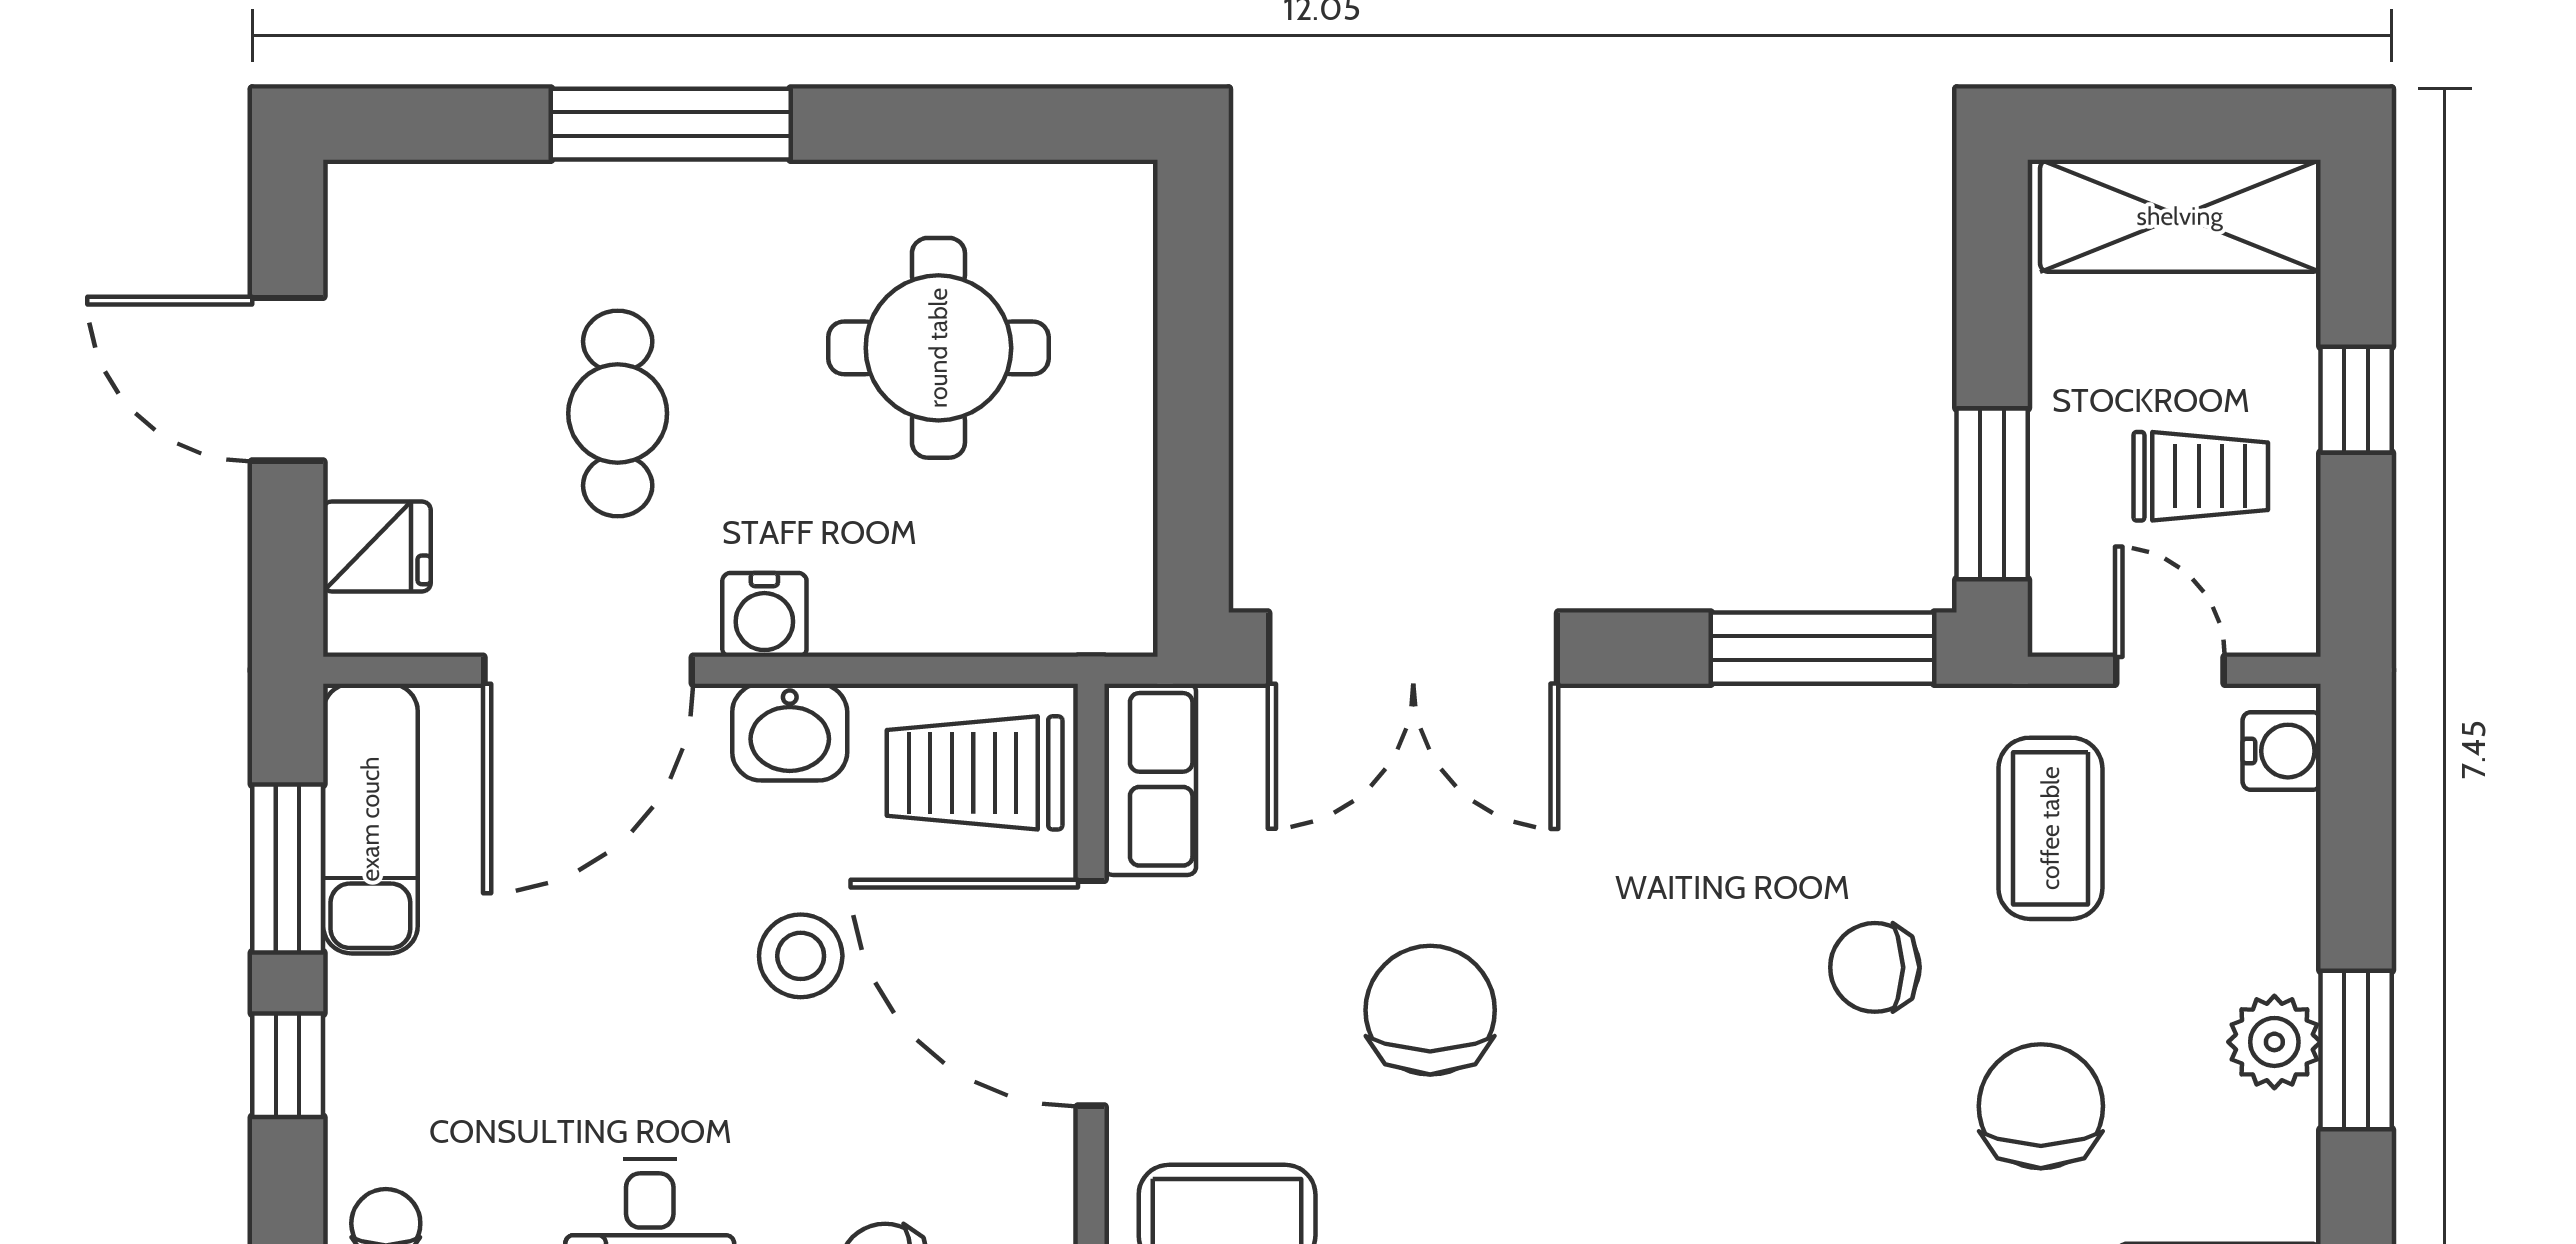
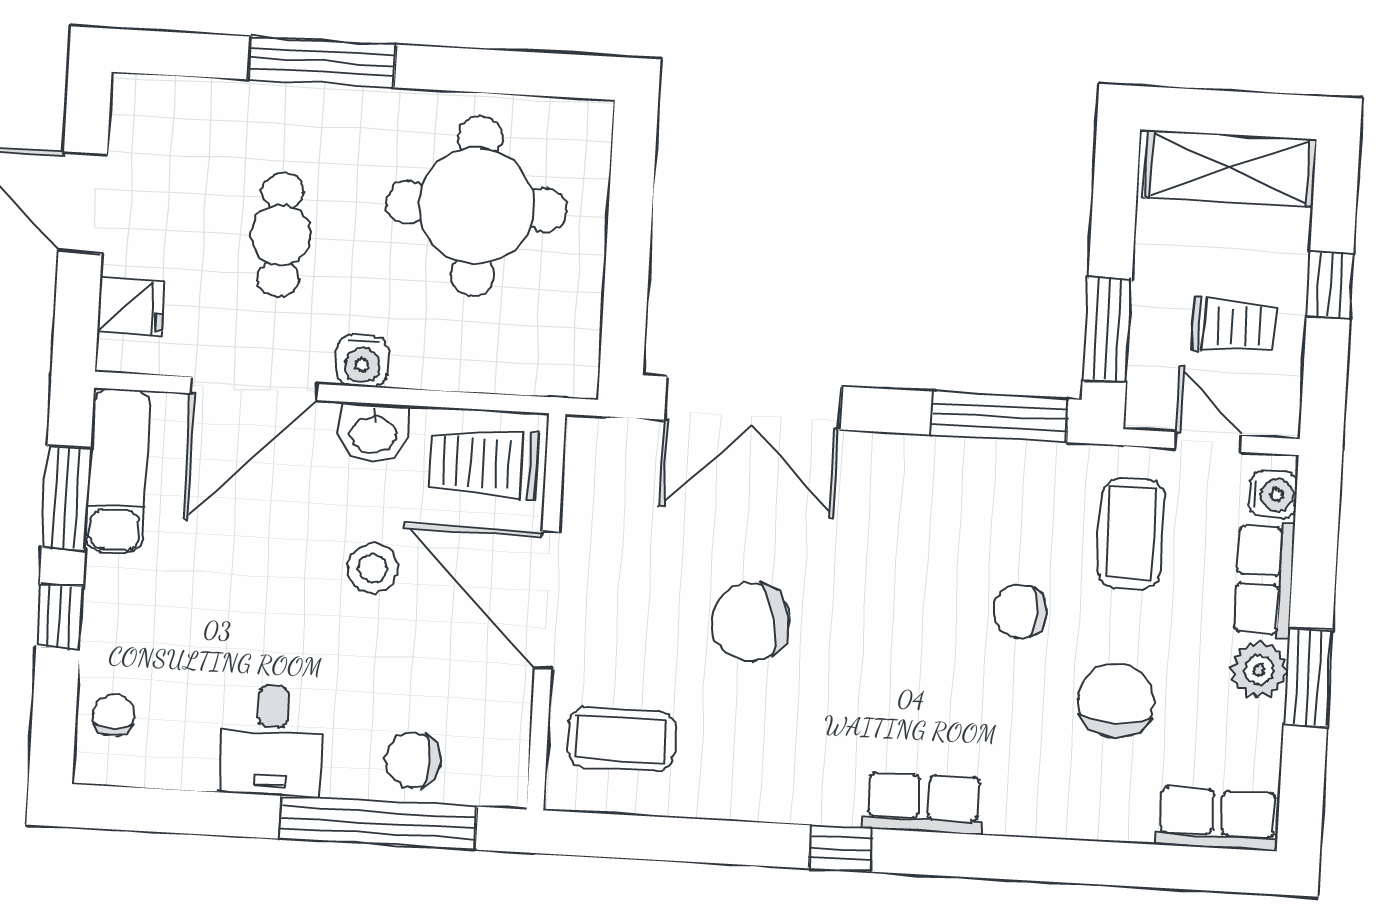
round table: (938, 348) -> (476, 206), width x1.36, depth x1.36
row of seats: (1150, 779) -> (1264, 580), moved, turned 180
chair: (1430, 1010) -> (751, 622), turned -103

